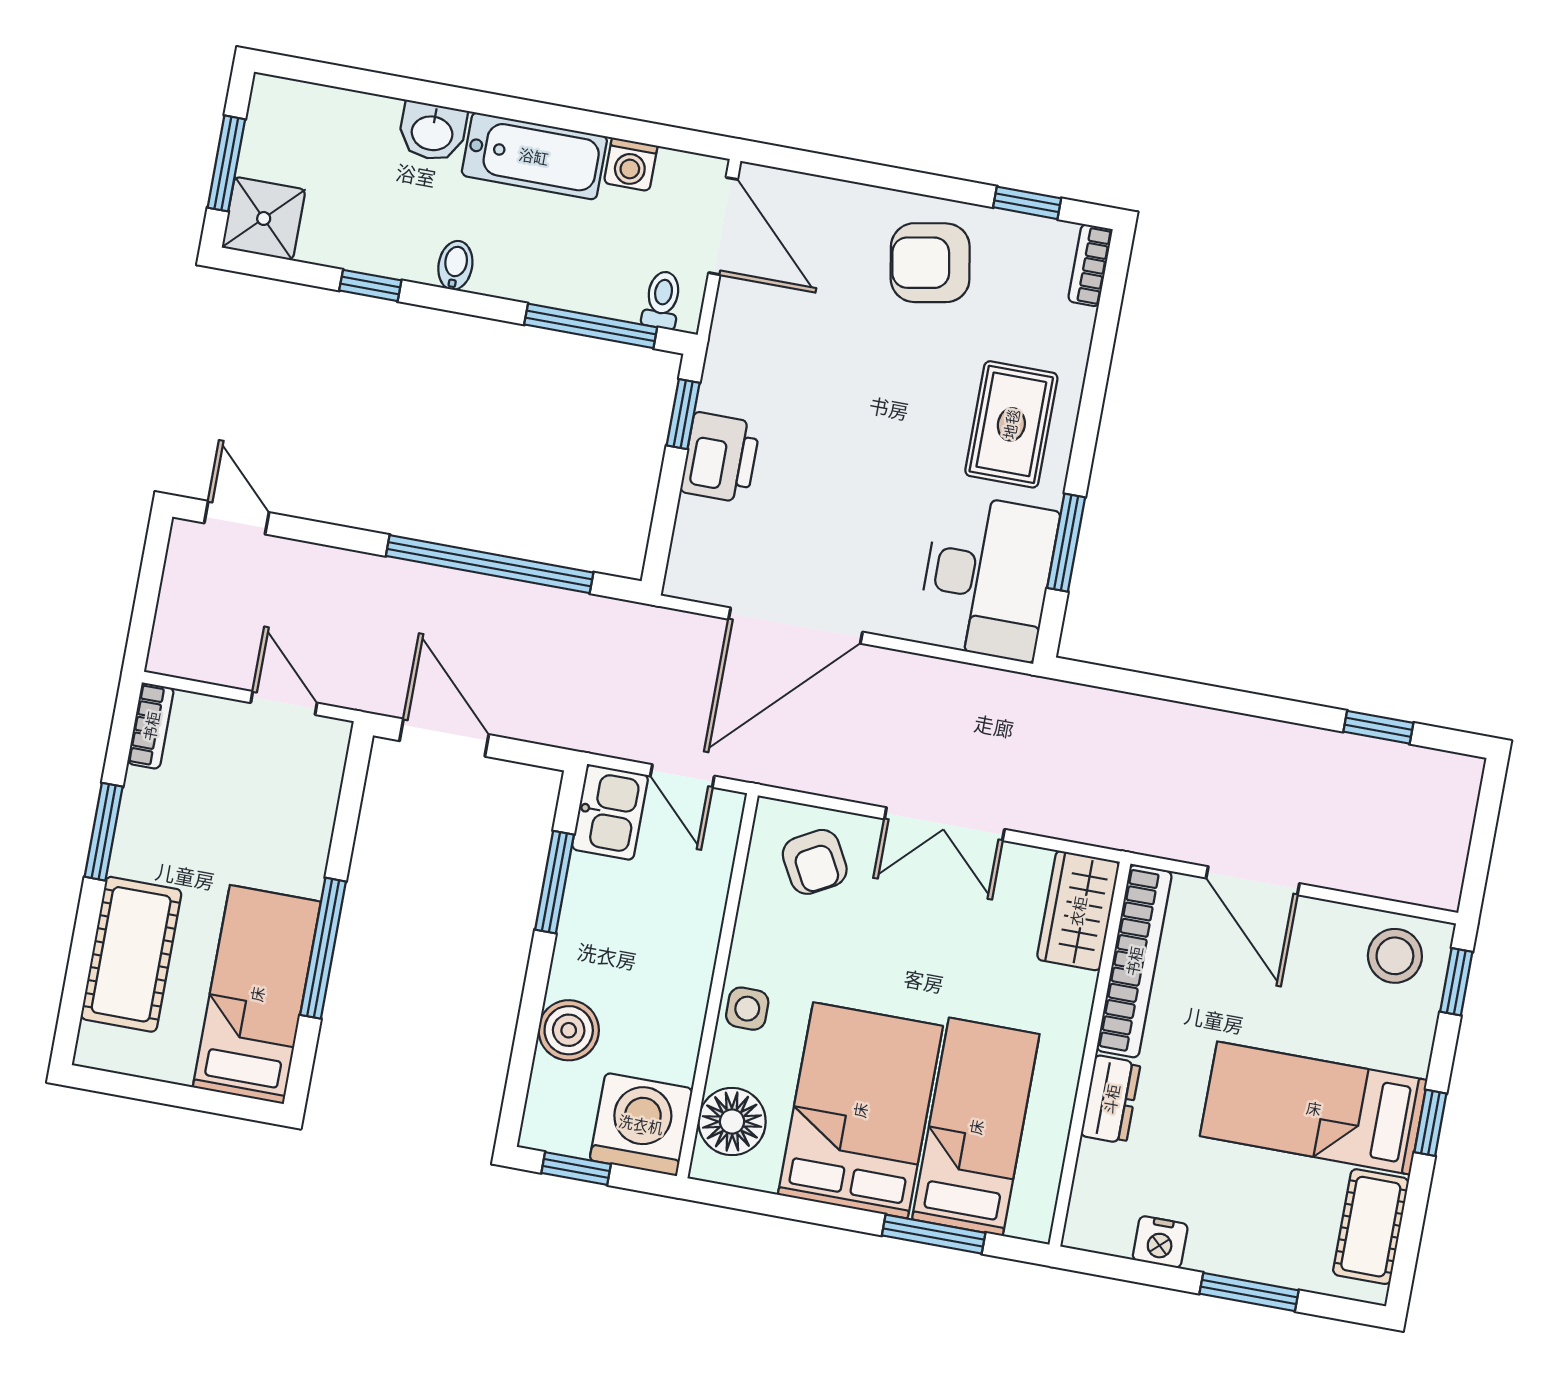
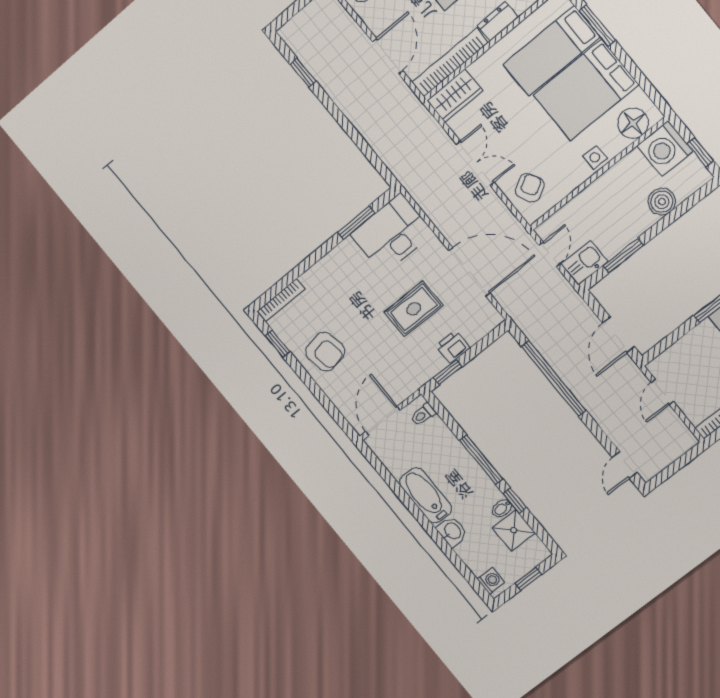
window: (226, 163) -> (528, 579), width x0.67
washing machine: (631, 164) -> (491, 581), moved
shower: (264, 218) -> (514, 530), moved
bidet: (455, 265) -> (502, 508), moved
bookcase: (1090, 265) -> (281, 300), width x1.56
window: (591, 326) -> (481, 460), moved
rug: (1011, 424) -> (414, 309), moved
printer: (720, 458) -> (453, 347), width x0.73, depth x0.81

